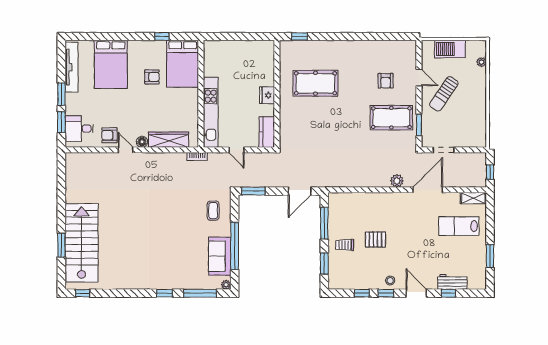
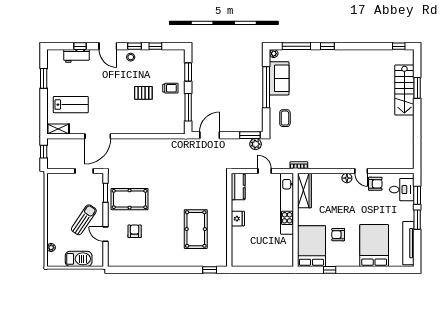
pool table: (315, 83) -> (196, 229), turned 90
wardrobe: (169, 140) -> (304, 191), moved, turned -90
plant: (397, 181) -> (256, 144), moved
stairs: (82, 243) -> (404, 90), width x0.73, depth x0.66

